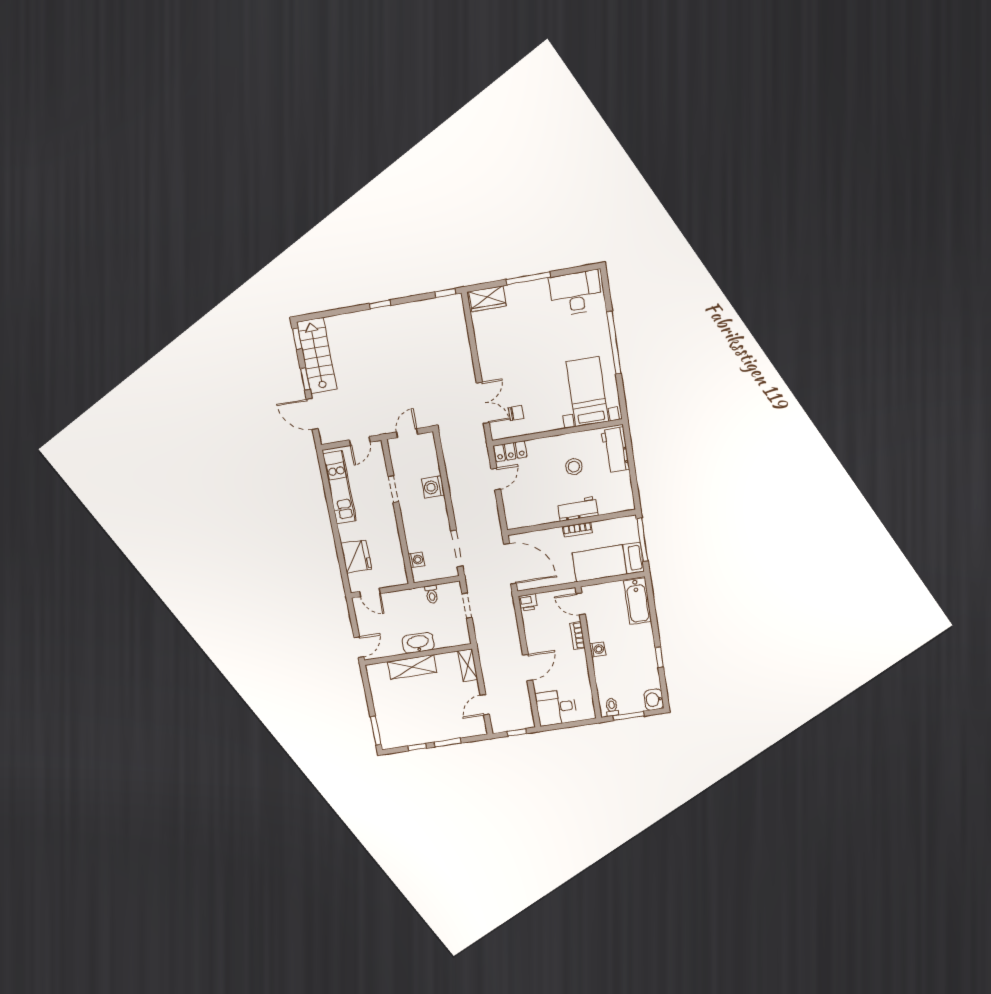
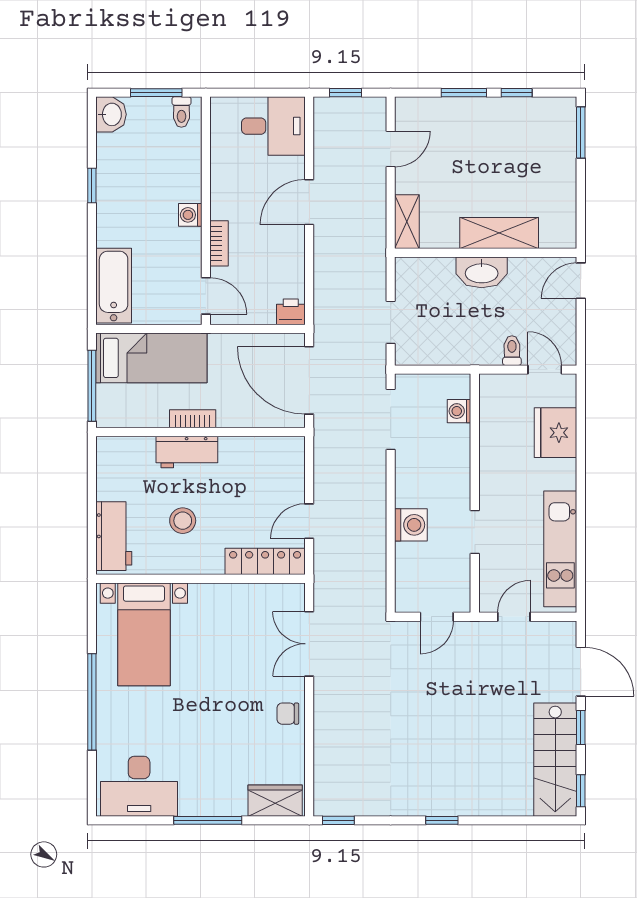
chair: (516, 413) -> (288, 714), moved
locker: (510, 451) -> (265, 561), width x1.53
toilet: (432, 594) -> (512, 351), moved

